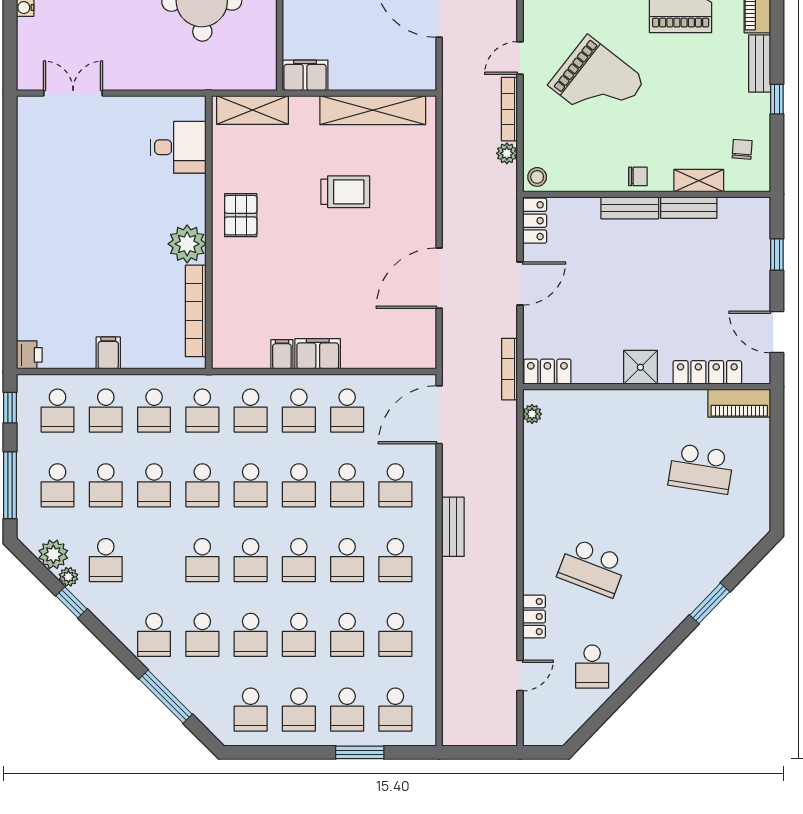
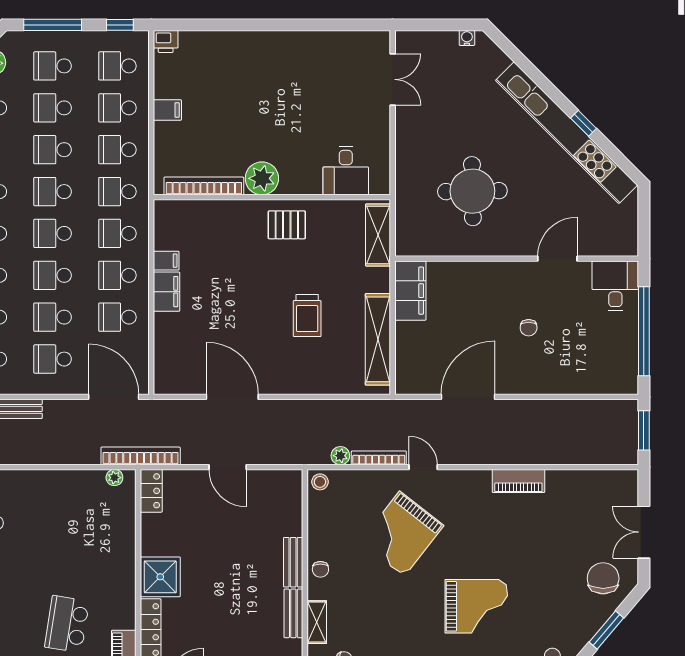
filing cabinet: (305, 75) -> (410, 291), width x1.50, depth x1.17
locker: (535, 221) -> (282, 480), removed
shower: (640, 367) -> (160, 577), width x1.36, depth x1.36
bookcase: (510, 369) -> (141, 456), width x1.48, depth x1.31

